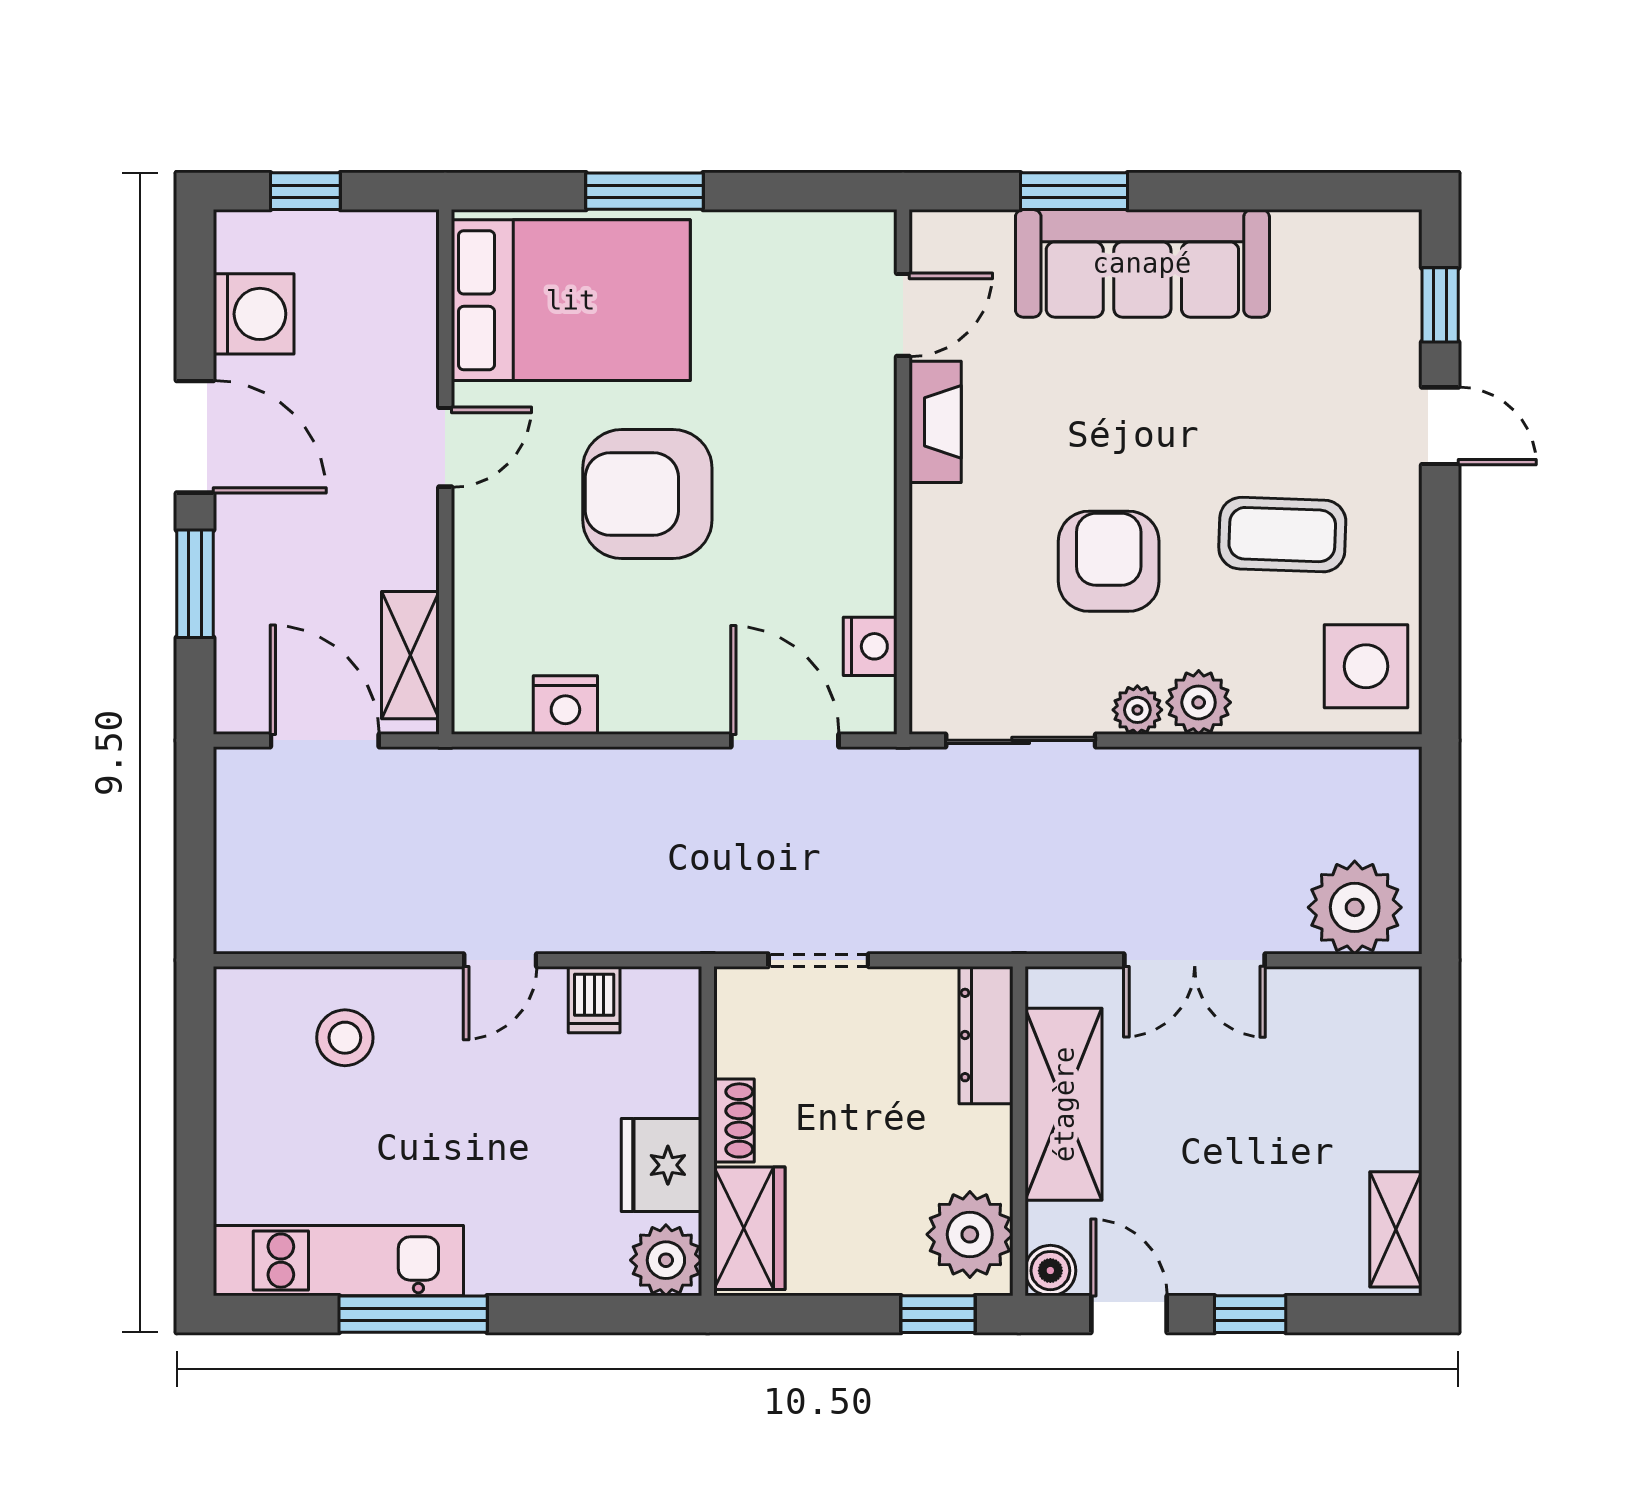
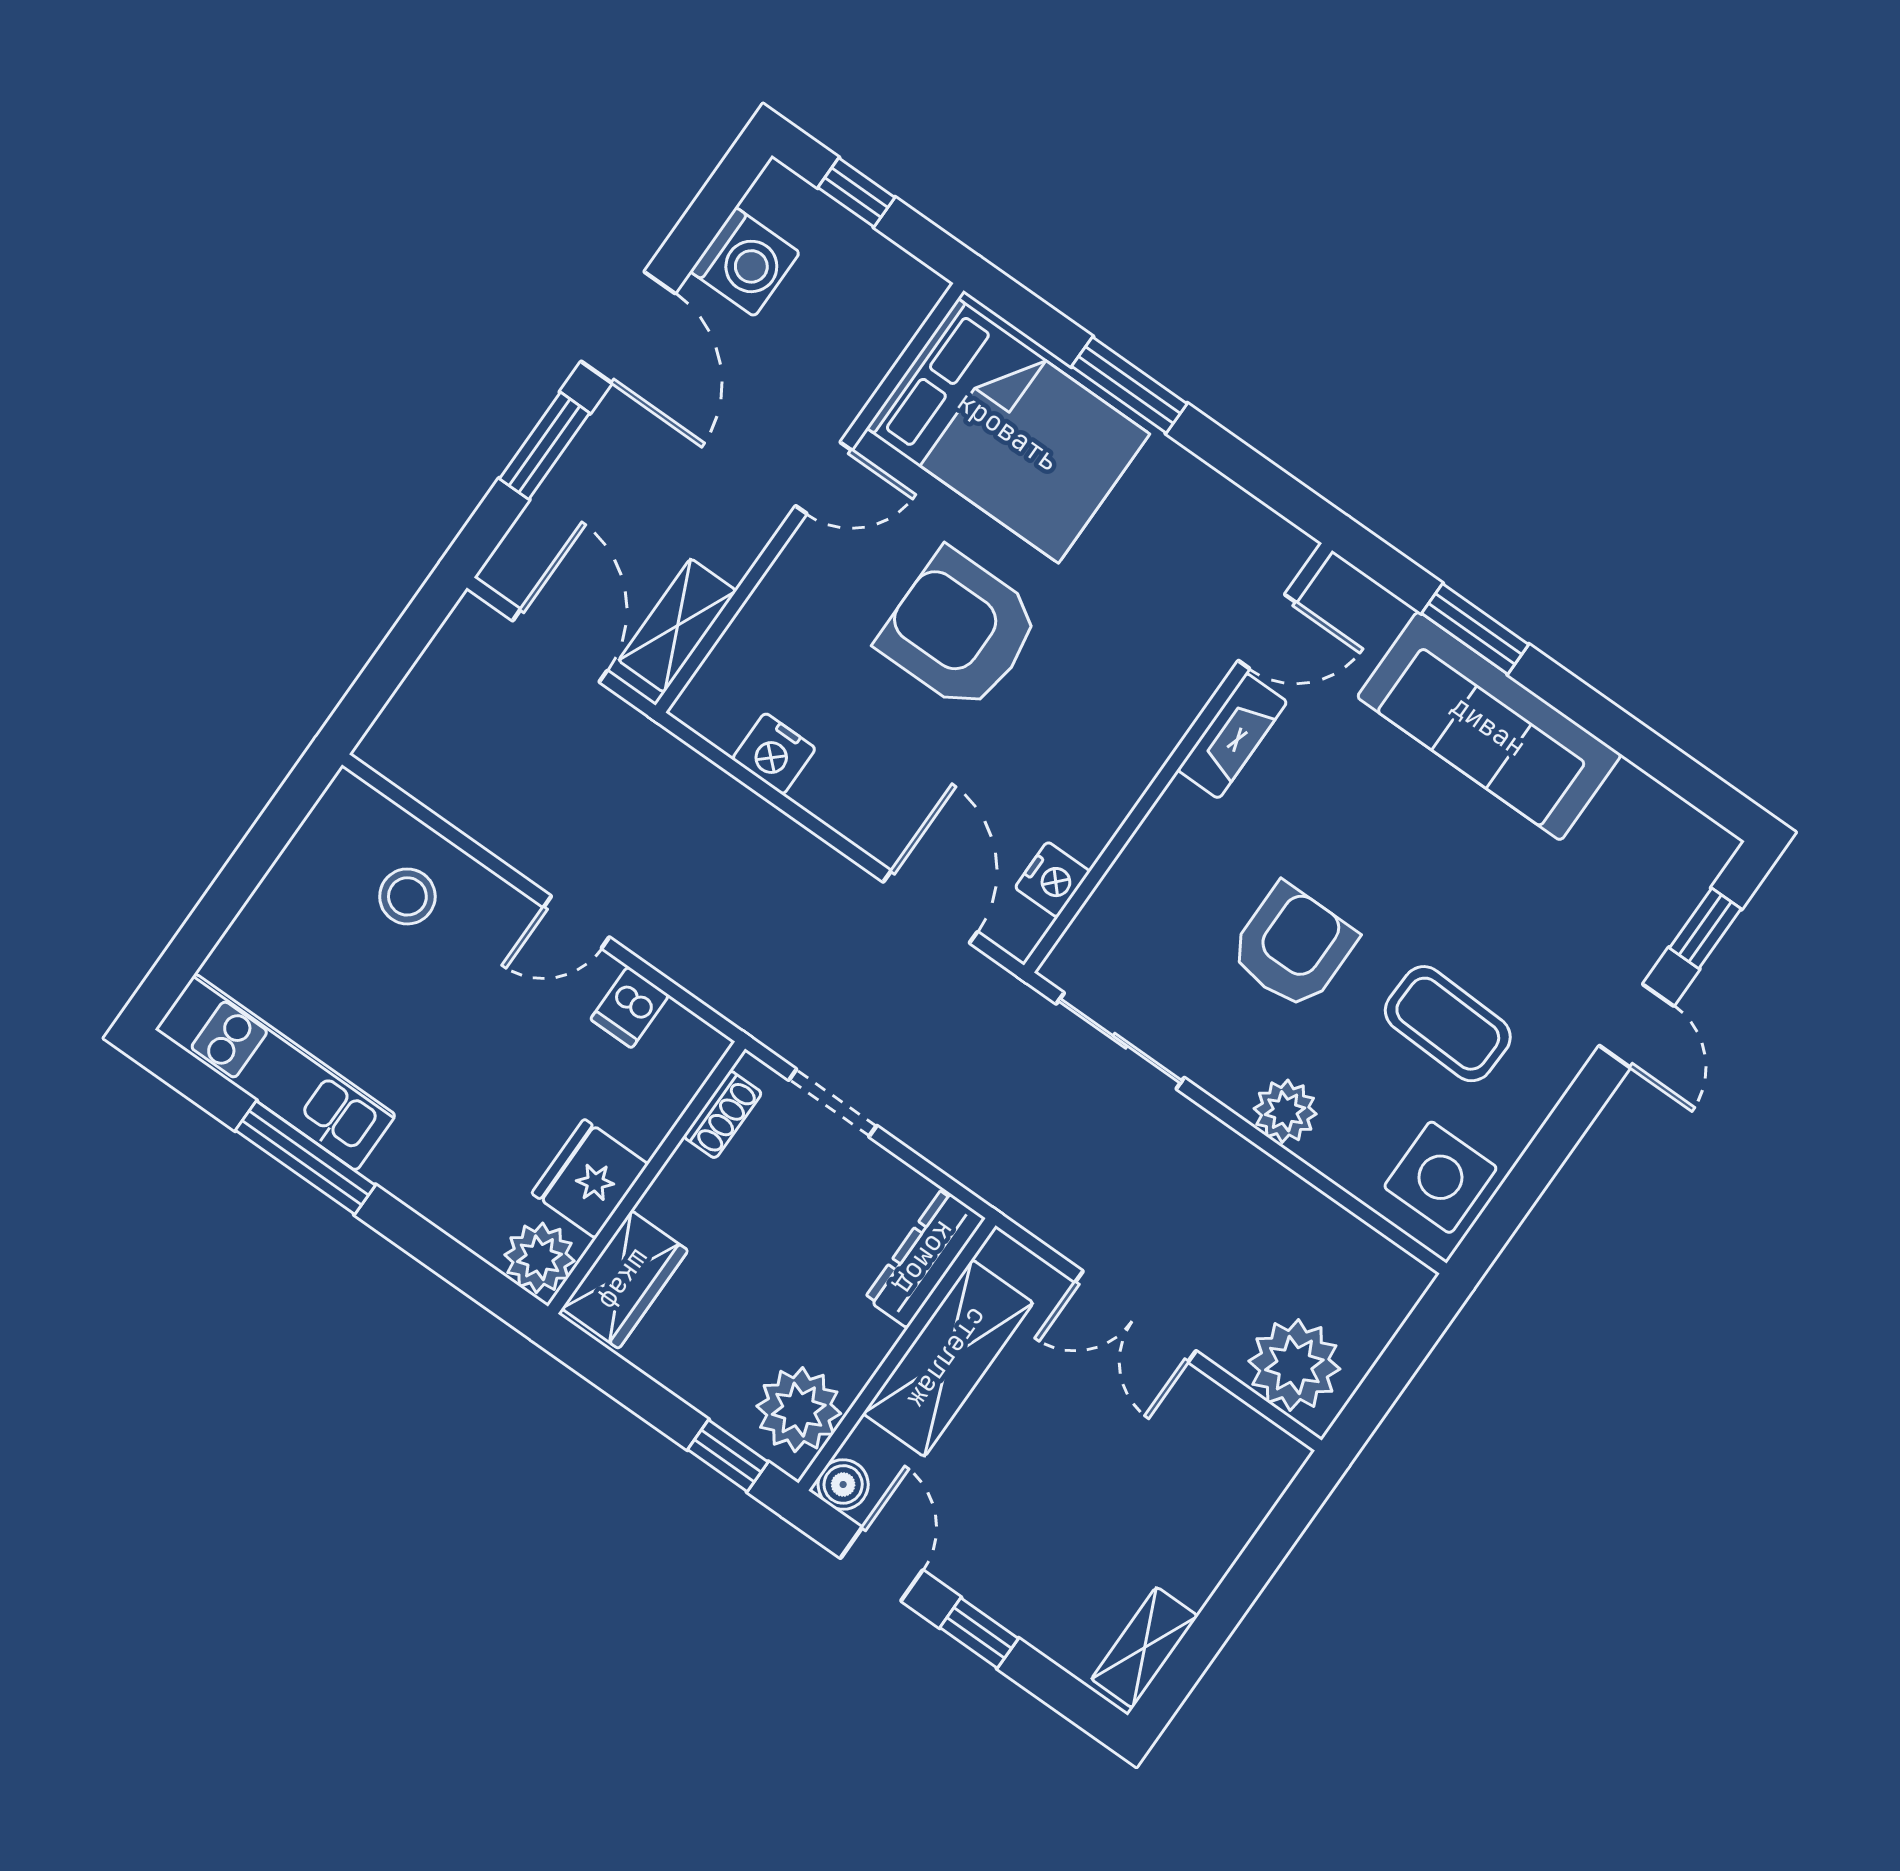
plant: (1137, 710) -> (1232, 1083), removed
shoe rack: (734, 1120) -> (723, 1115), moved

